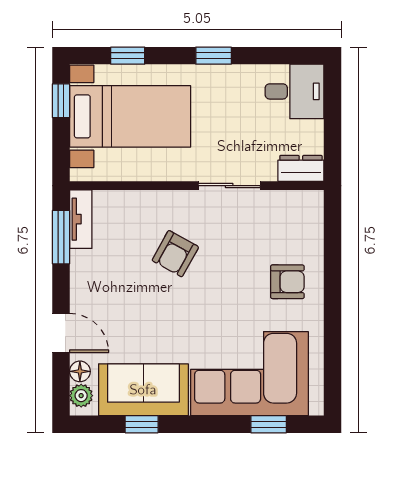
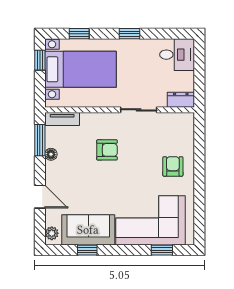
tv unit: (81, 219) -> (62, 119), moved, turned 90
armchair: (175, 254) -> (107, 150), turned -119
armchair: (287, 282) -> (173, 166), turned -90
floor lamp: (80, 371) -> (51, 154), moved

